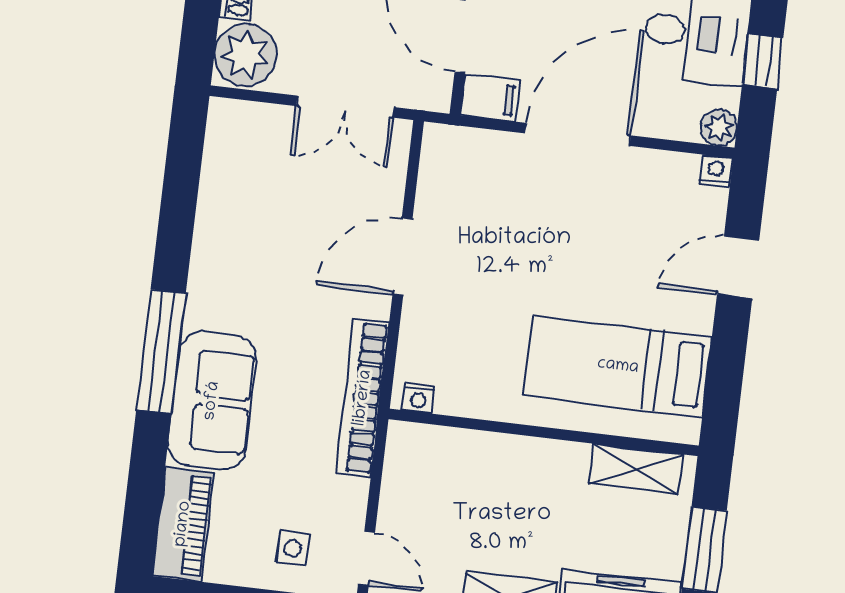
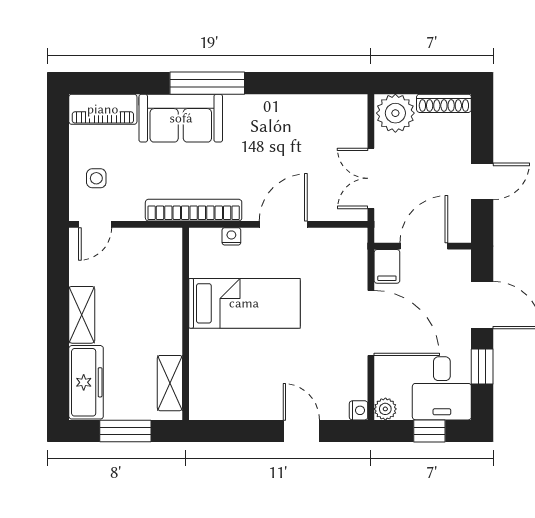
door: (403, 256) -> (283, 224), hinge flipped
bed: (618, 366) -> (244, 303), moved, turned 90
nightstand: (418, 398) -> (231, 236), moved, turned 90

